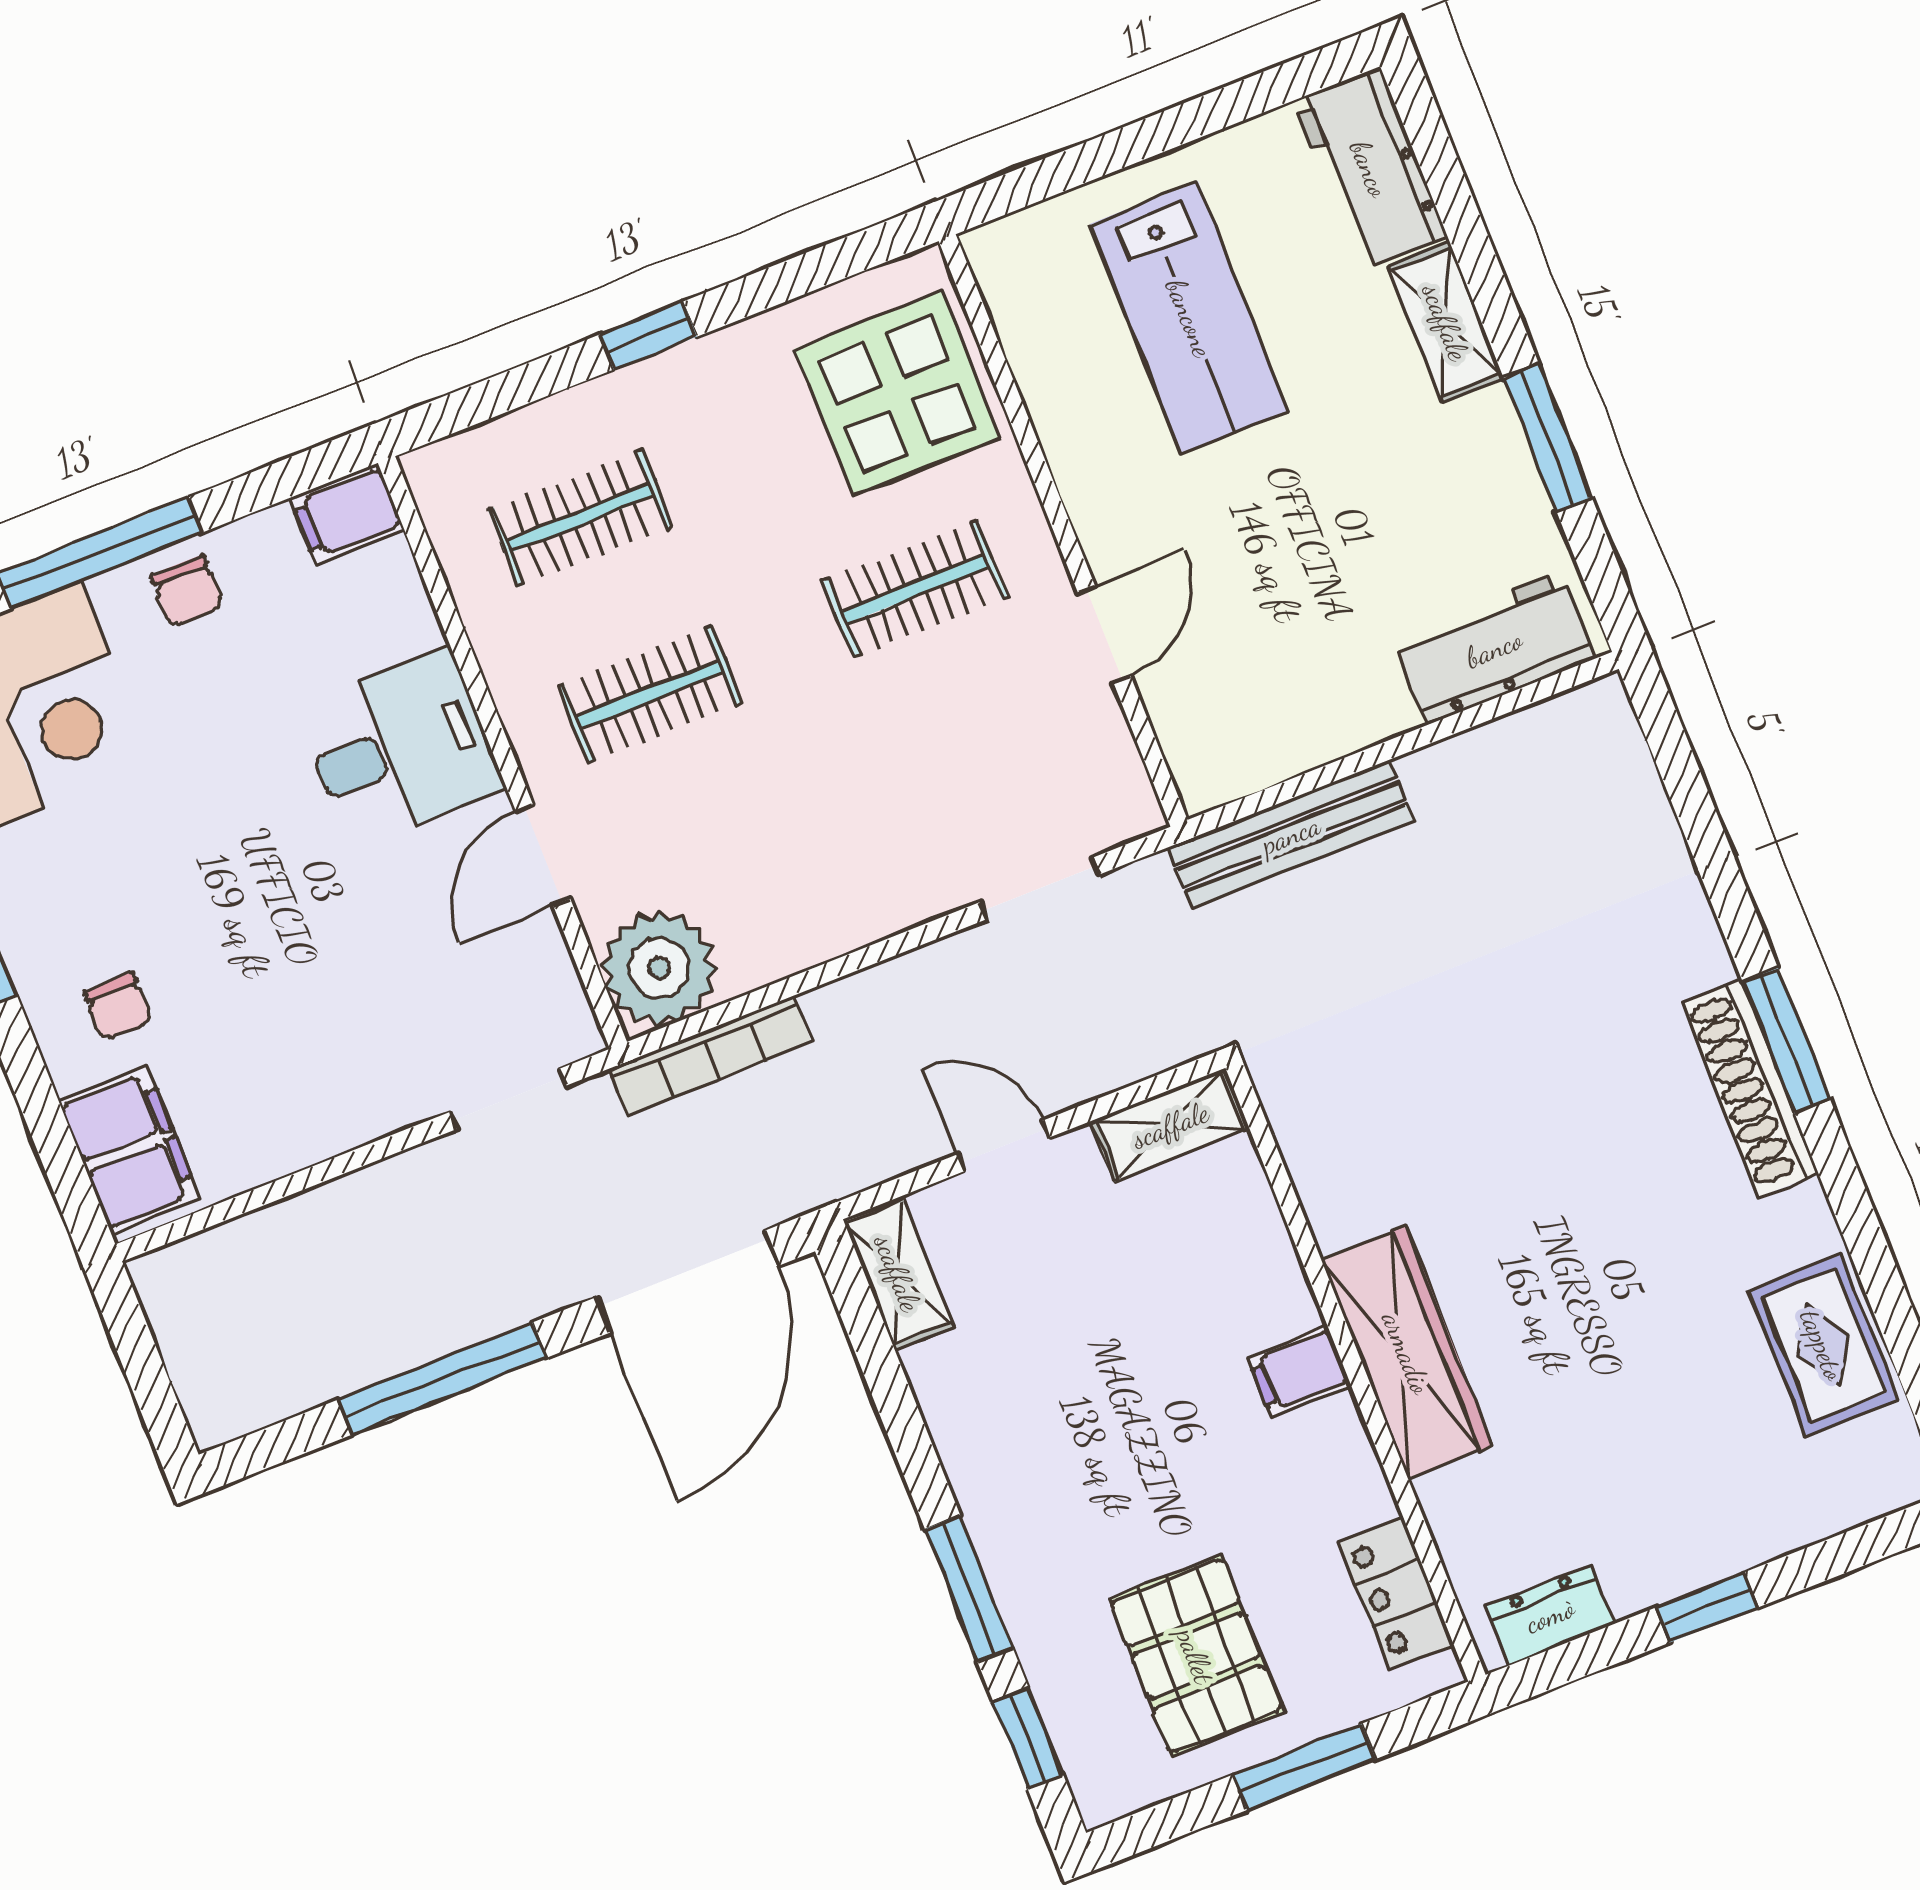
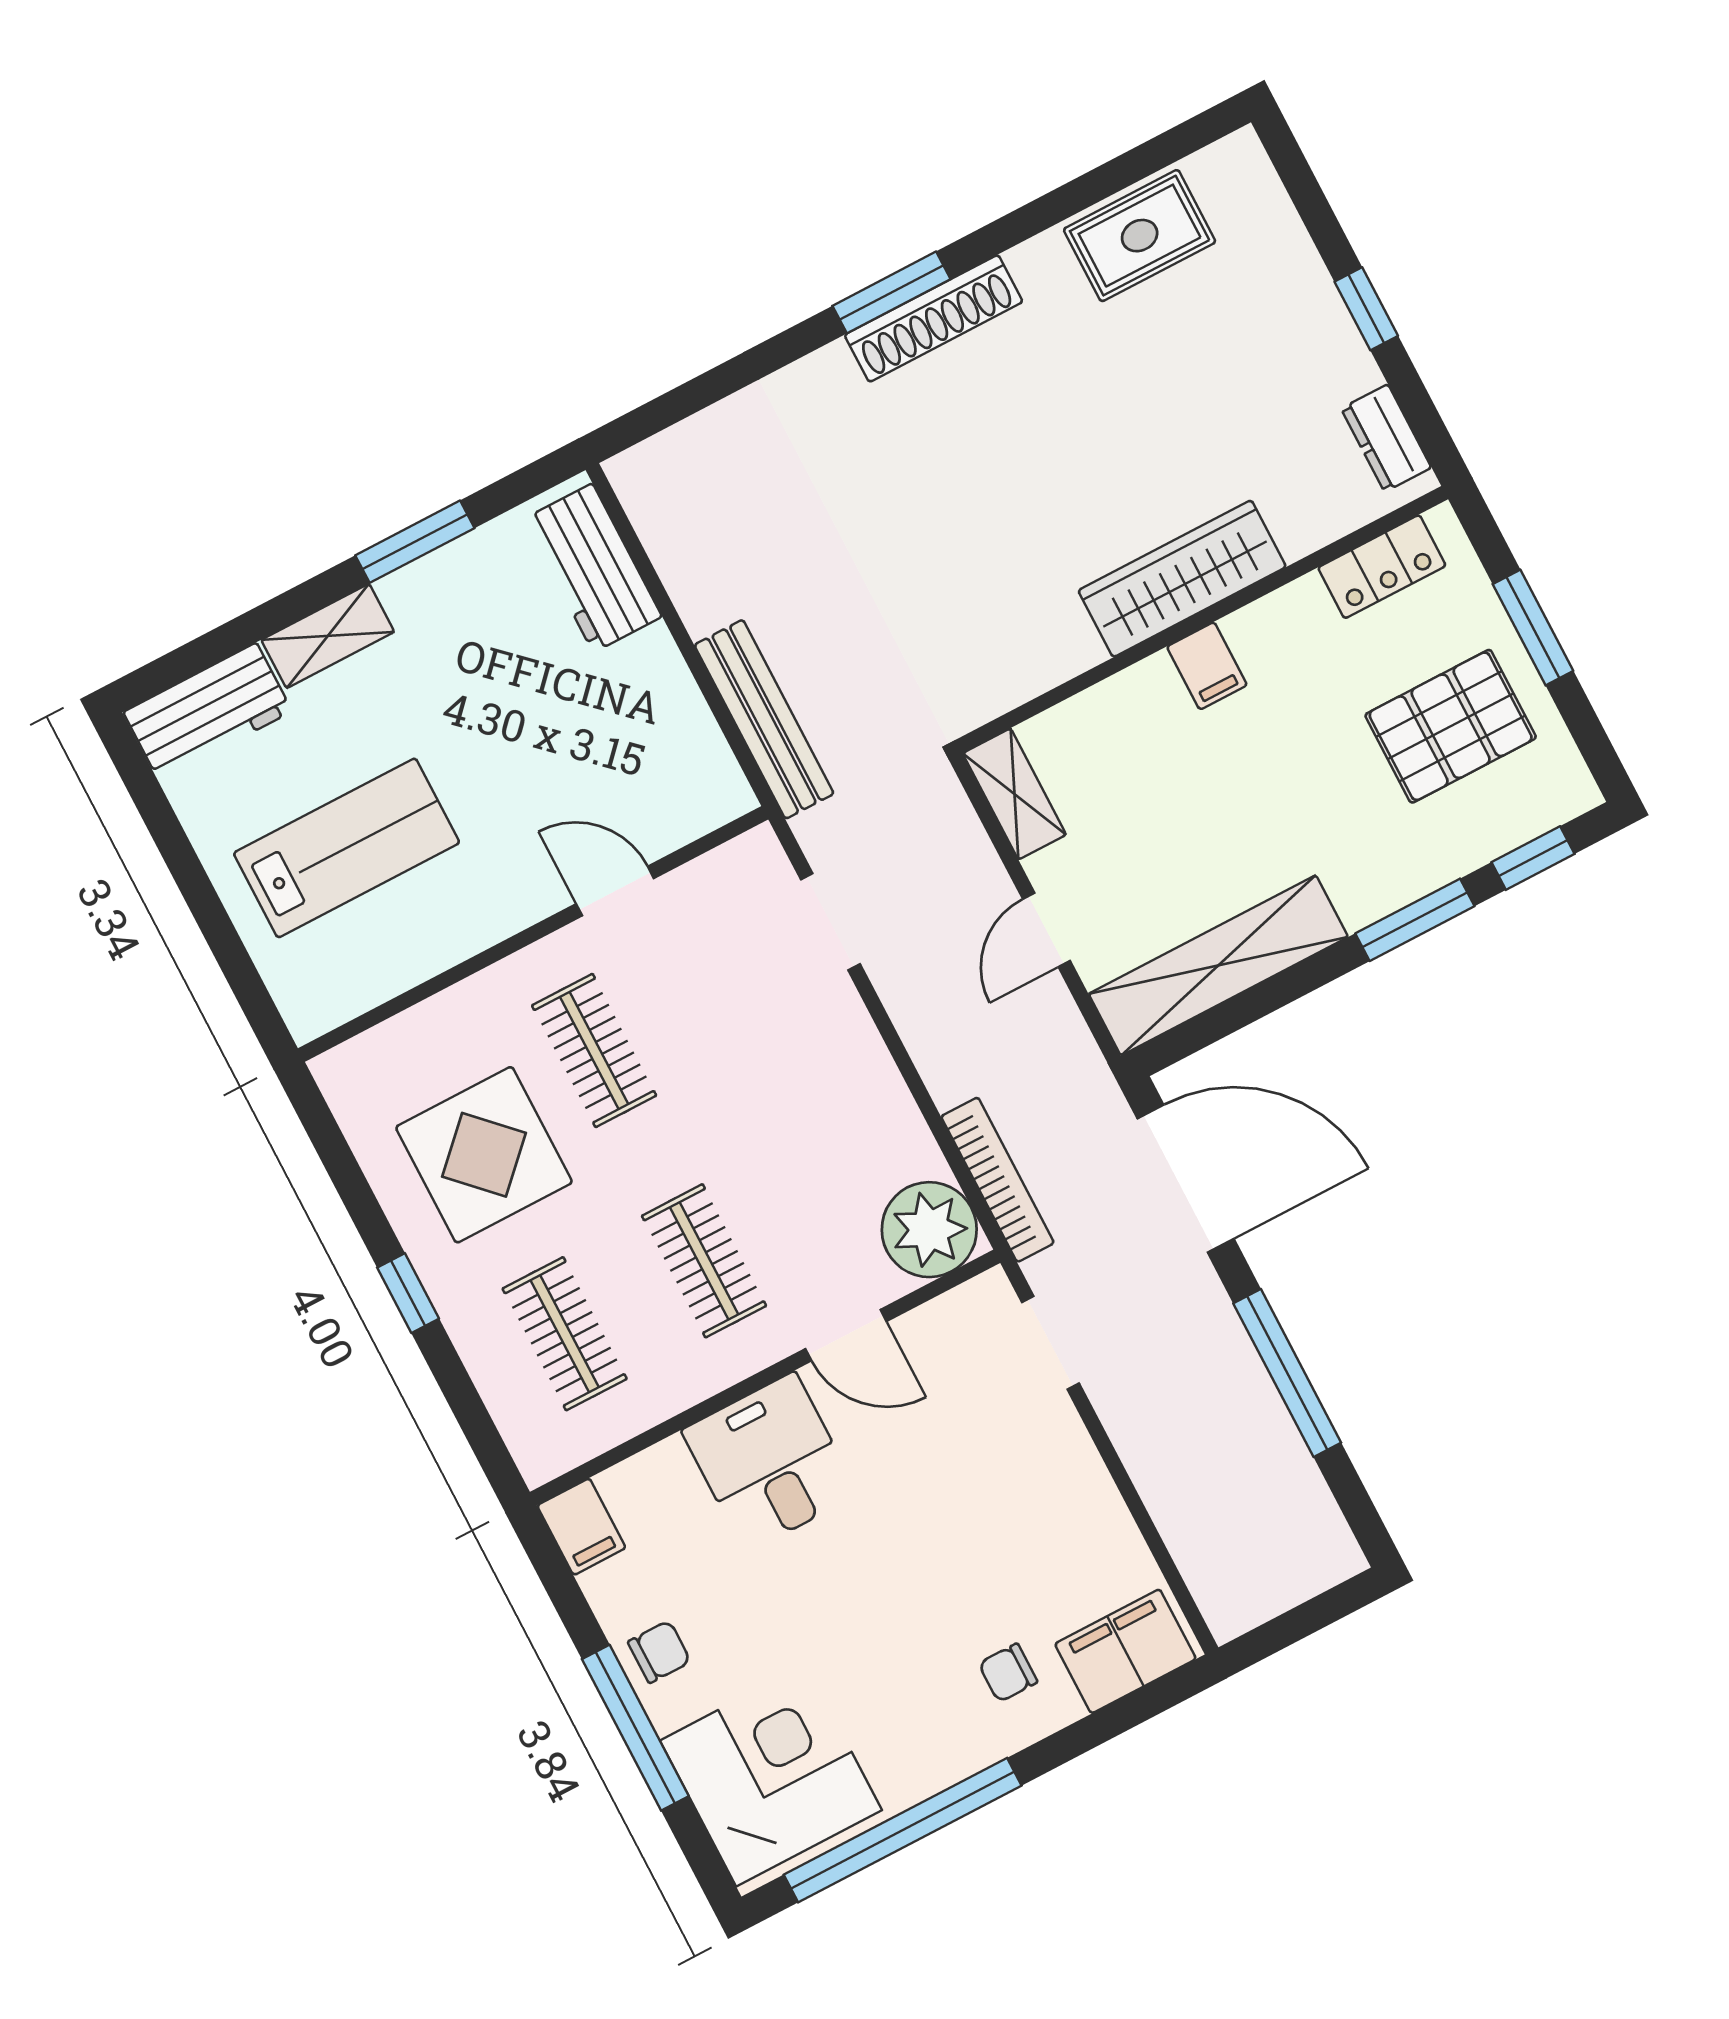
display table: (897, 393) -> (484, 1155), moved
chair: (118, 1006) -> (1008, 1673), turned 180
shelving: (898, 1273) -> (1218, 965), width x2.20, depth x1.33

